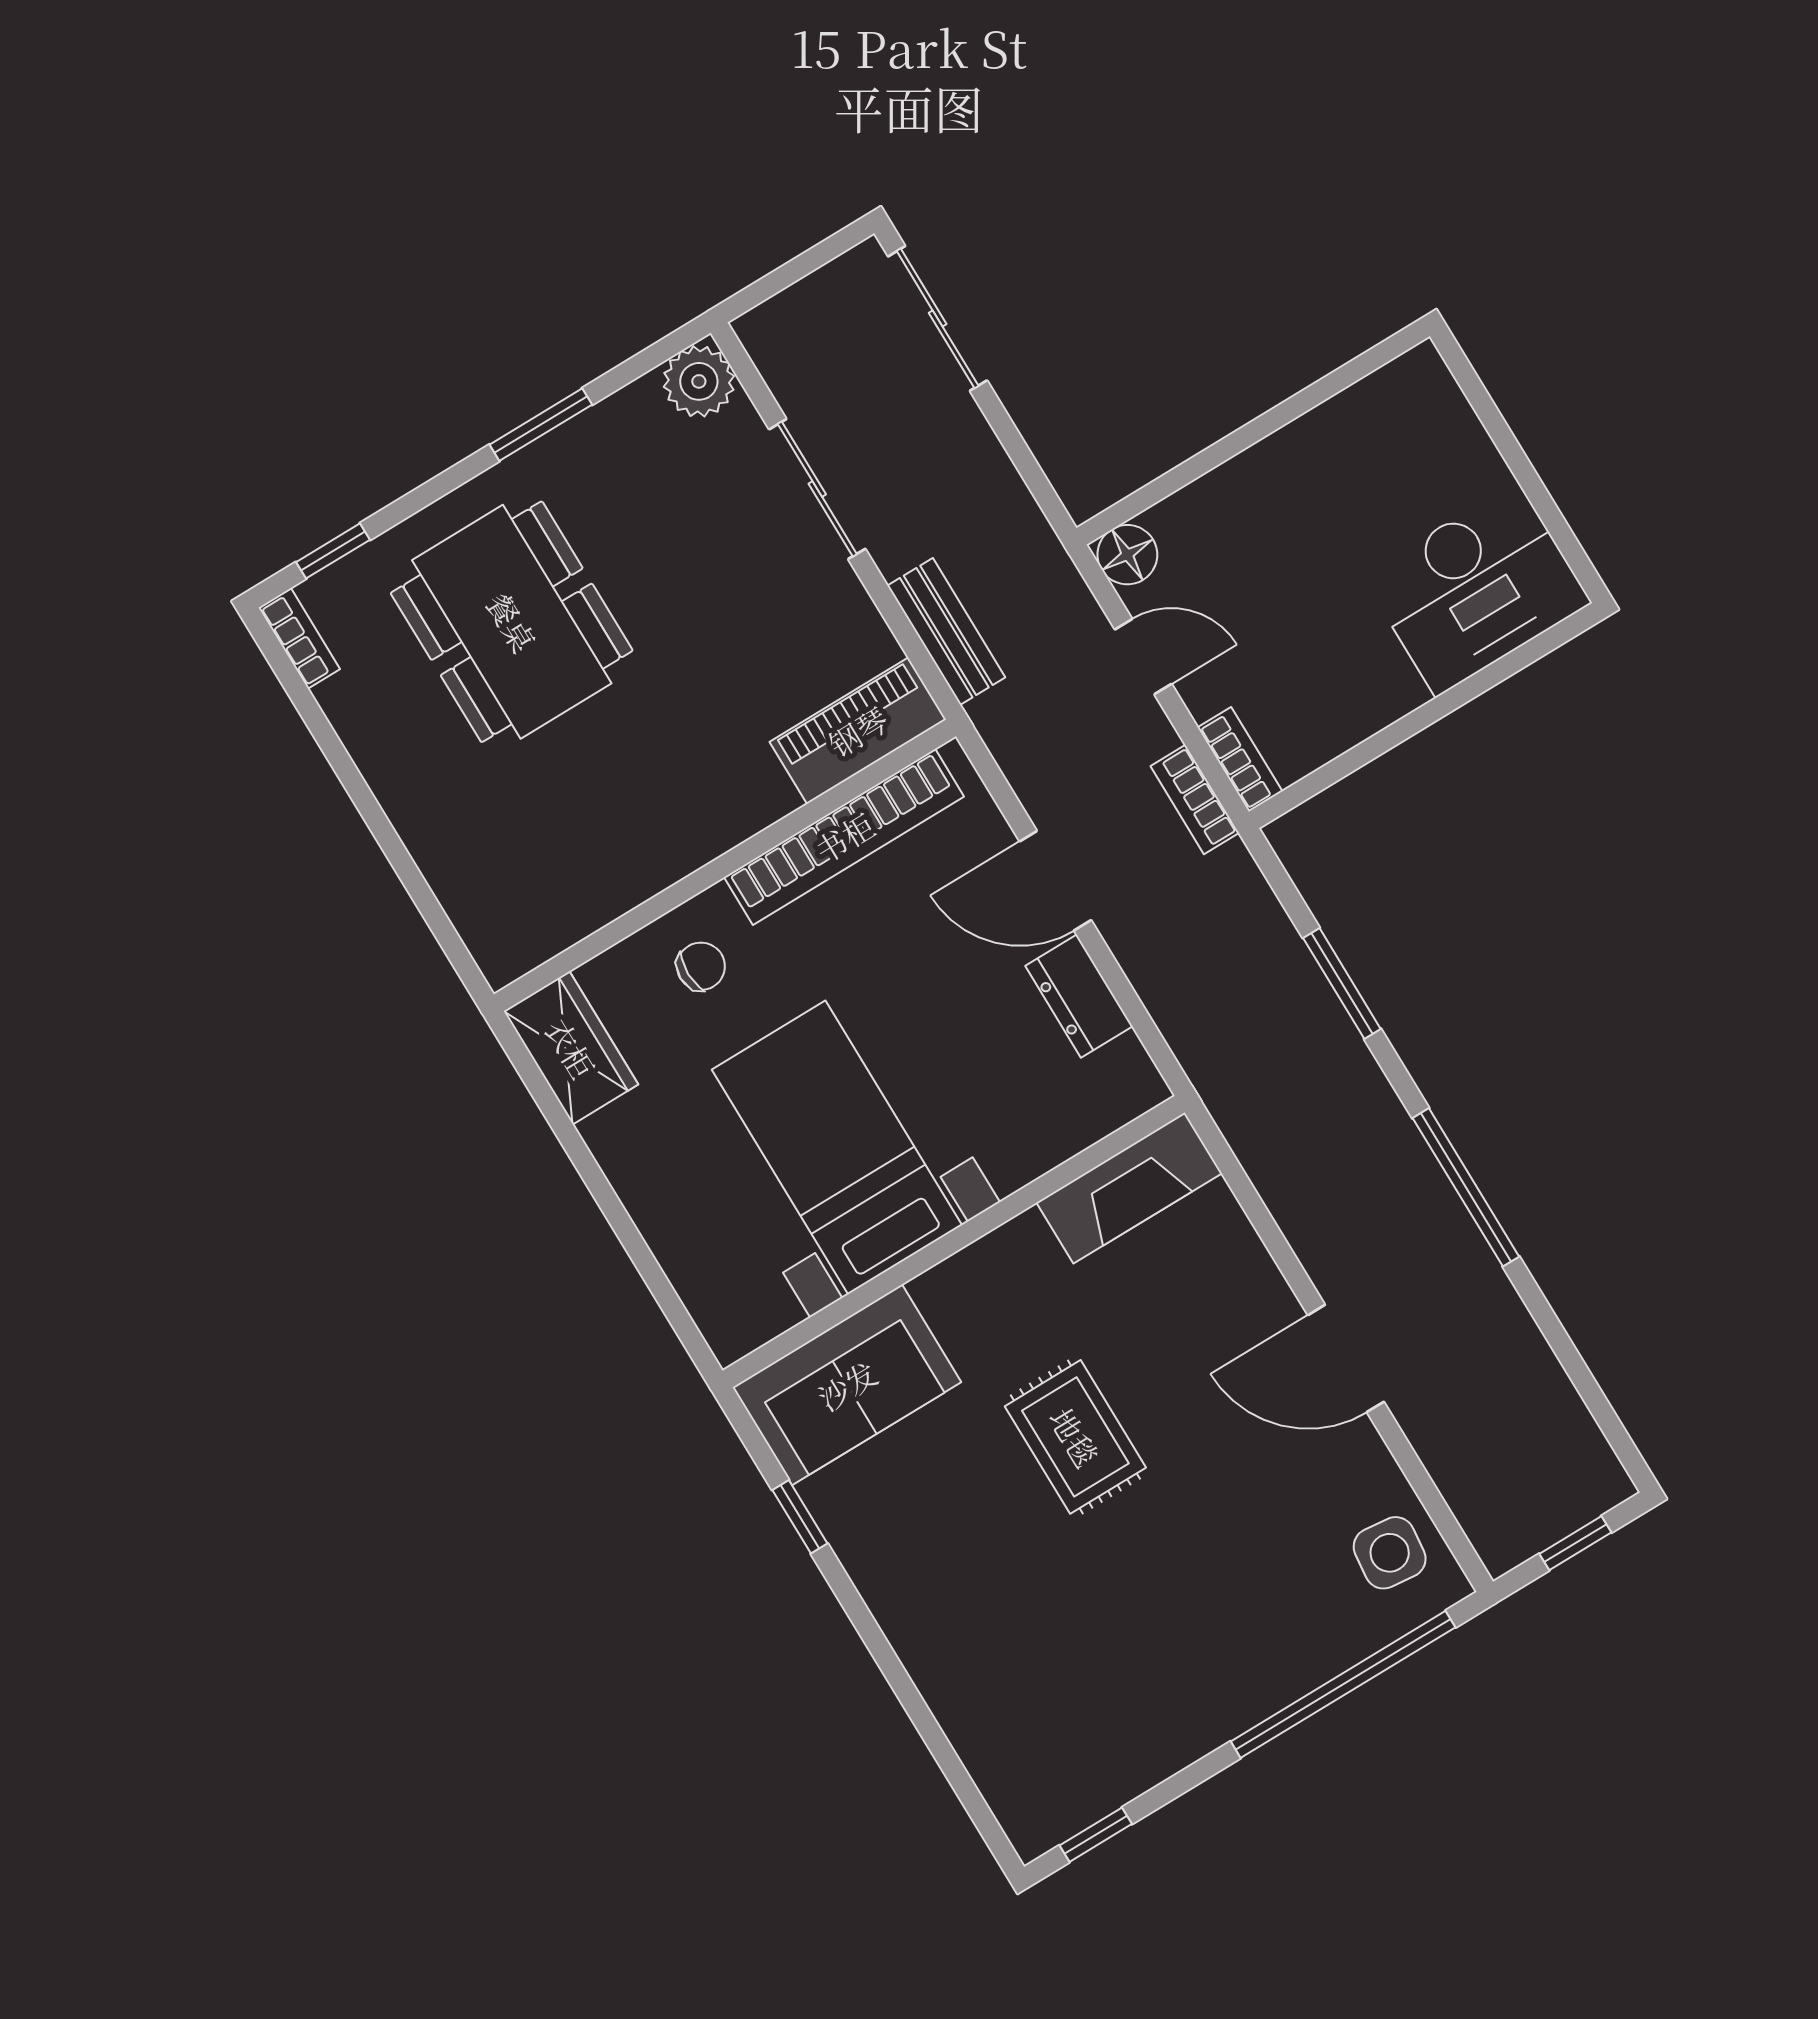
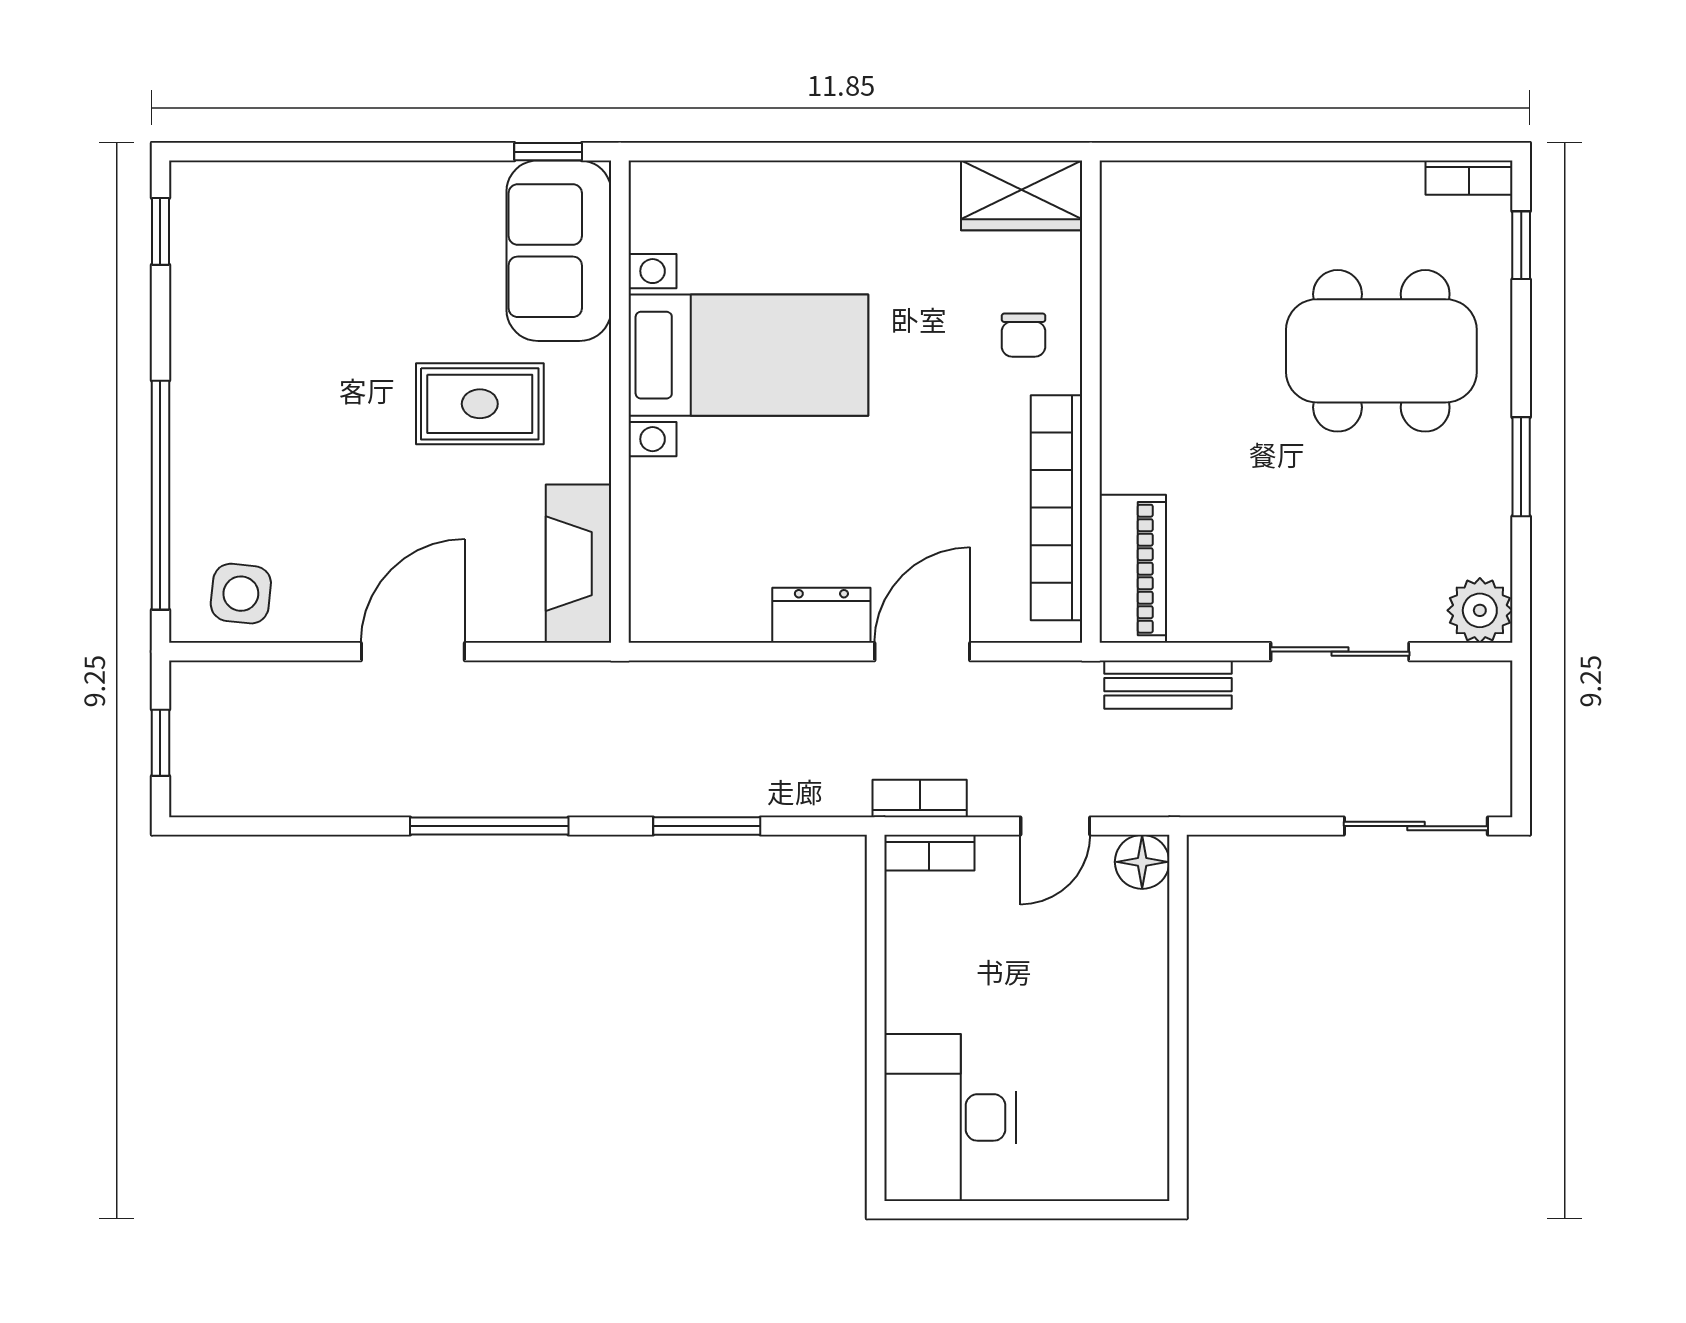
bed with nightstands: (837, 1147) -> (748, 355), moved
fireplace: (1129, 1188) -> (579, 564), moved
wall: (954, 1242) -> (620, 402), moved
sofa: (847, 1385) -> (559, 251), moved

